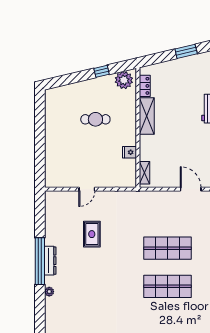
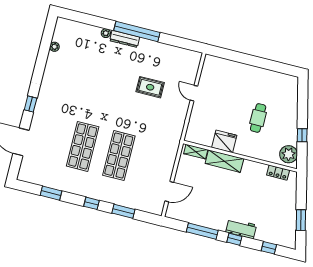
shelving: (147, 116) -> (224, 161), moved
fridge: (129, 152) -> (224, 141), width x1.88, depth x1.34
dresser: (50, 261) -> (125, 39), moved

